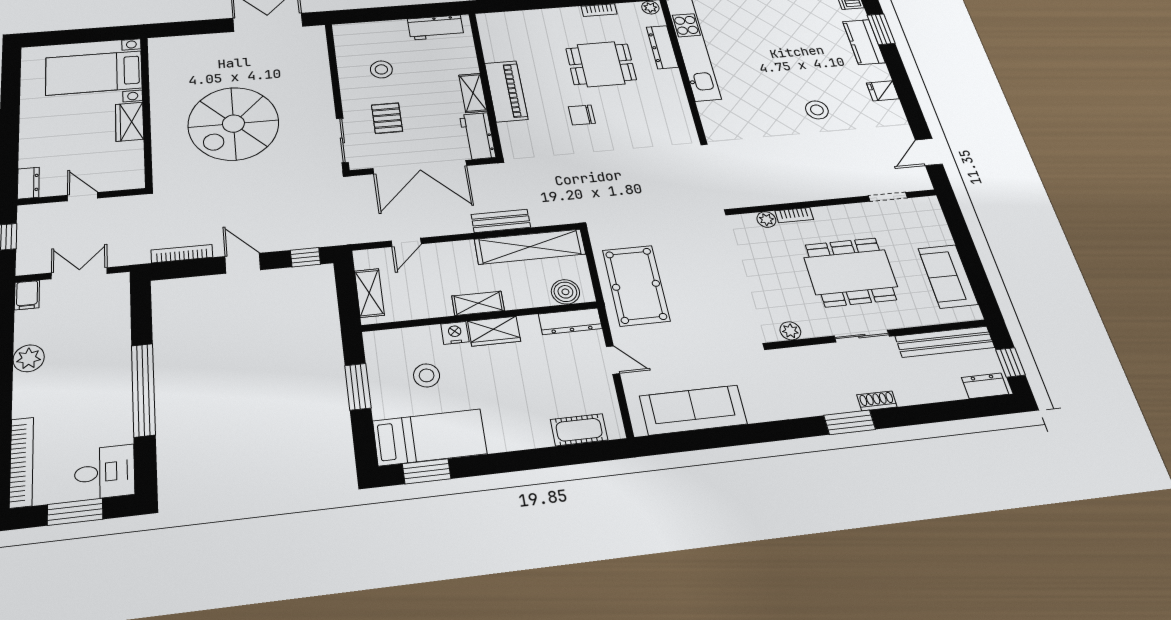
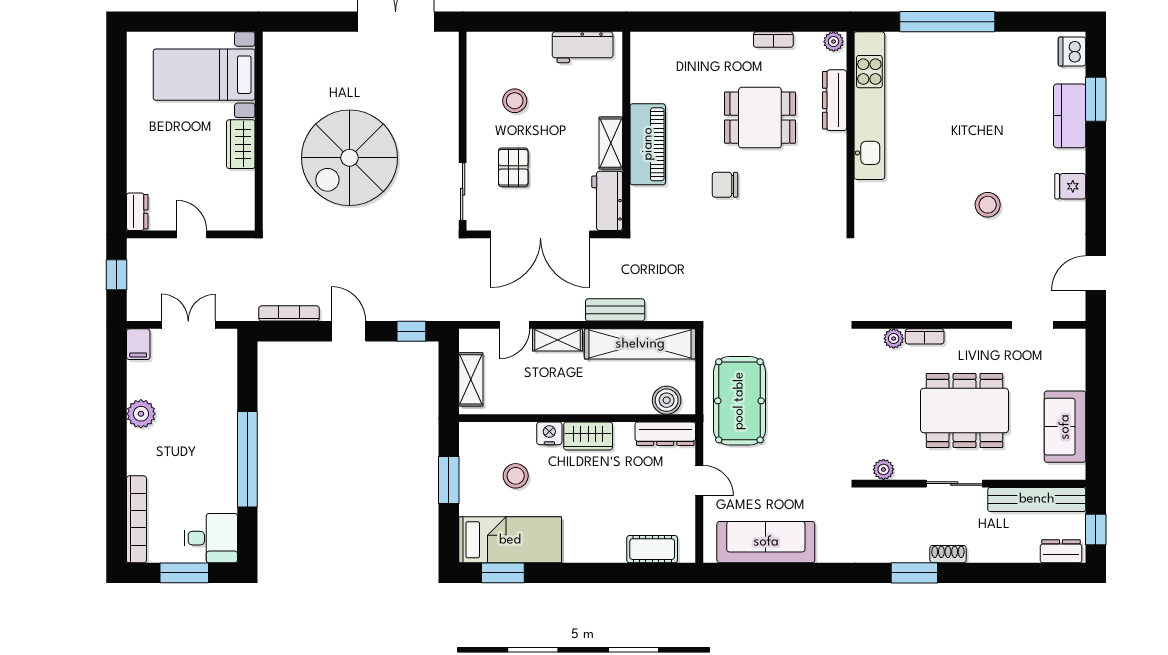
shelving: (478, 303) -> (558, 340), moved

